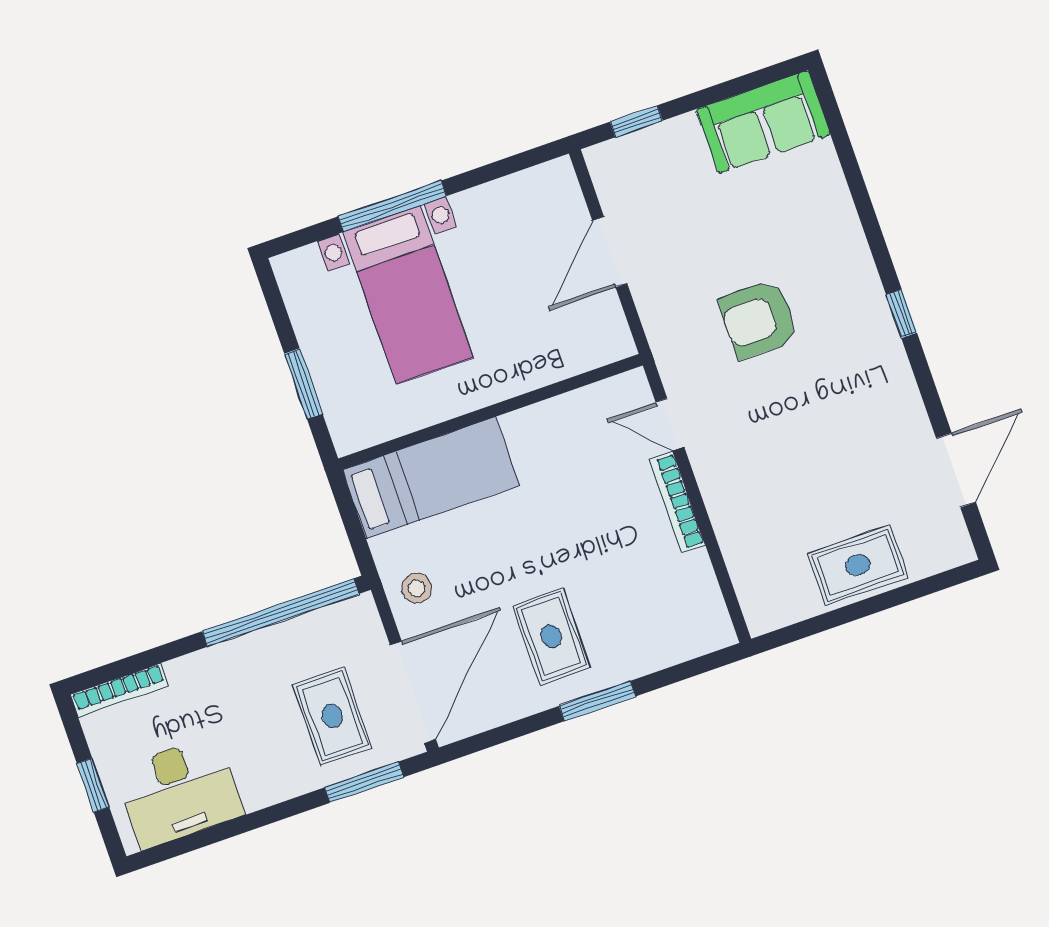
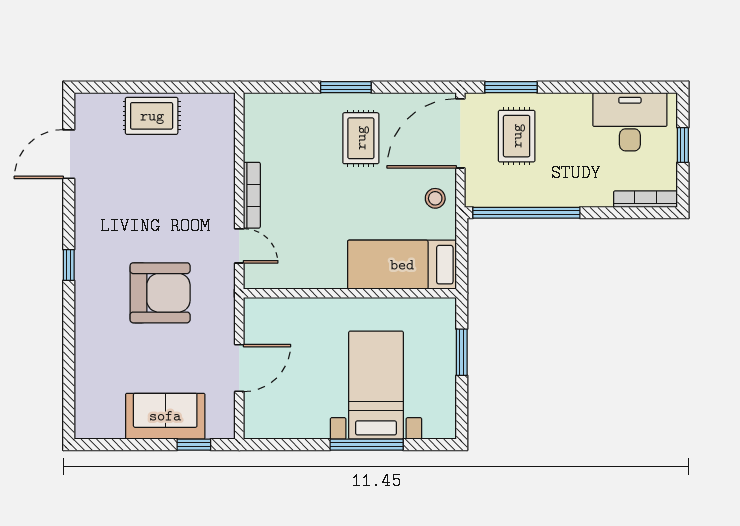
sofa: (763, 122) -> (165, 416), moved
armchair: (759, 319) -> (160, 293), width x1.36, depth x1.36

